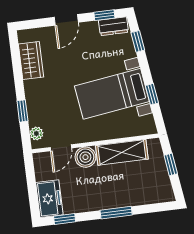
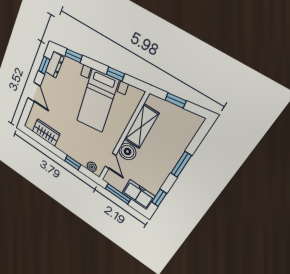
window: (31, 179) -> (118, 194), added

